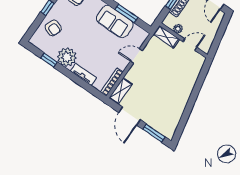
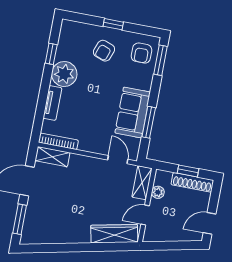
armchair: (53, 28) -> (104, 51), moved
door: (190, 45) -> (145, 215), swing flipped
door: (136, 56) -> (118, 160), moved
wardrobe: (193, 72) -> (114, 234), added

